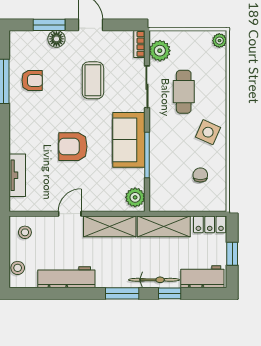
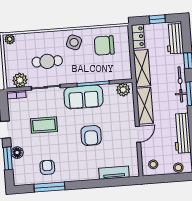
chair: (200, 175) -> (104, 45), width x1.87, depth x1.87
door: (70, 214) -> (138, 134), swing flipped
bicycle: (154, 280) -> (180, 84), moved

